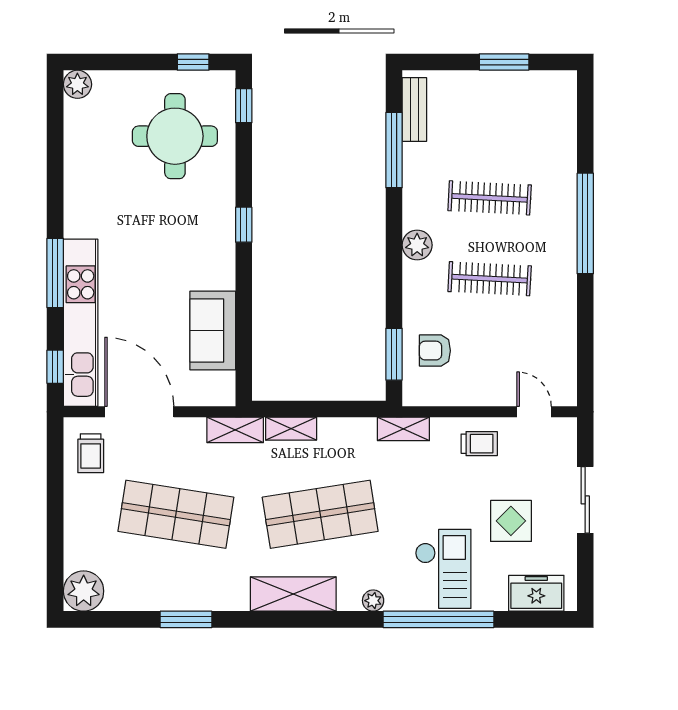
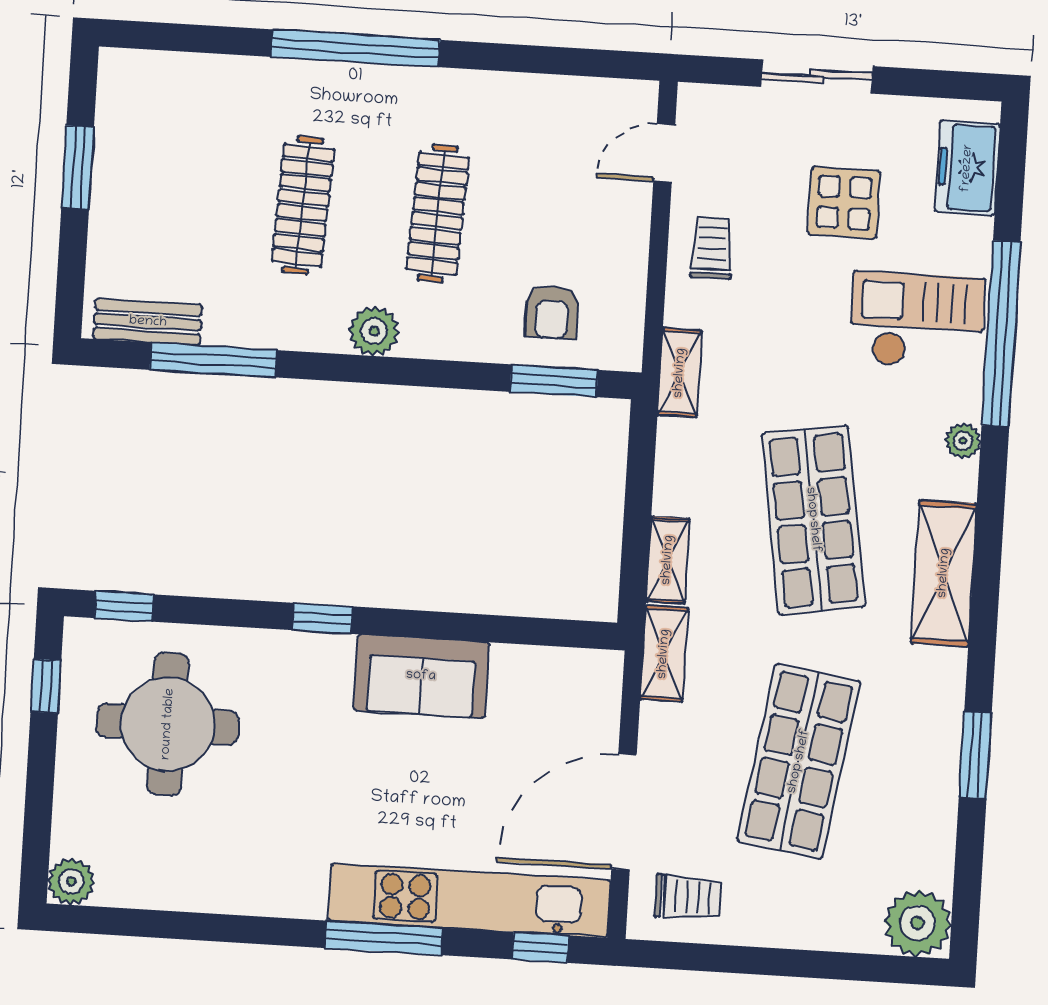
sofa: (213, 331) -> (421, 676), moved

